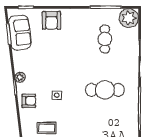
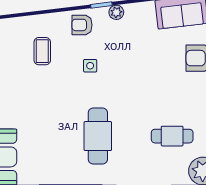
armchair: (29, 101) -> (82, 25), turned 90

